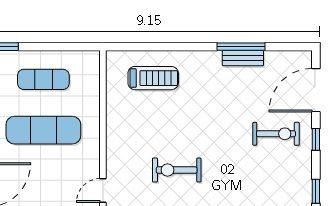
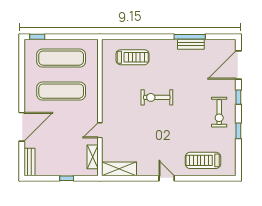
exercise mat: (43, 79) -> (61, 58), width x1.36, depth x1.45
exercise bike: (276, 134) -> (219, 112), moved, turned 90
exercise bike: (177, 170) -> (157, 97), moved

